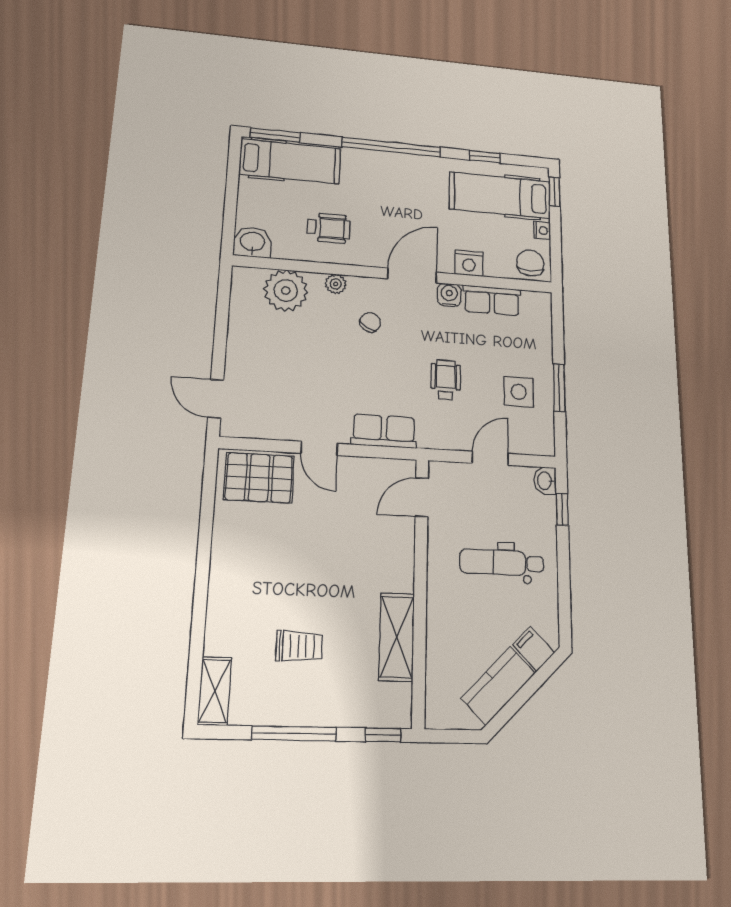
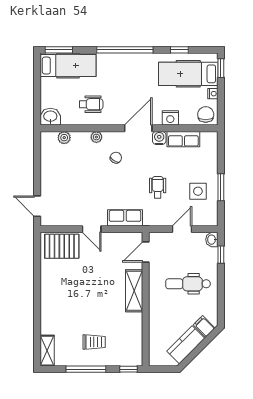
plant: (286, 291) -> (64, 138), width x0.53, depth x0.53
shelving: (397, 637) -> (134, 291), moved
trolley: (299, 646) -> (94, 342), moved

